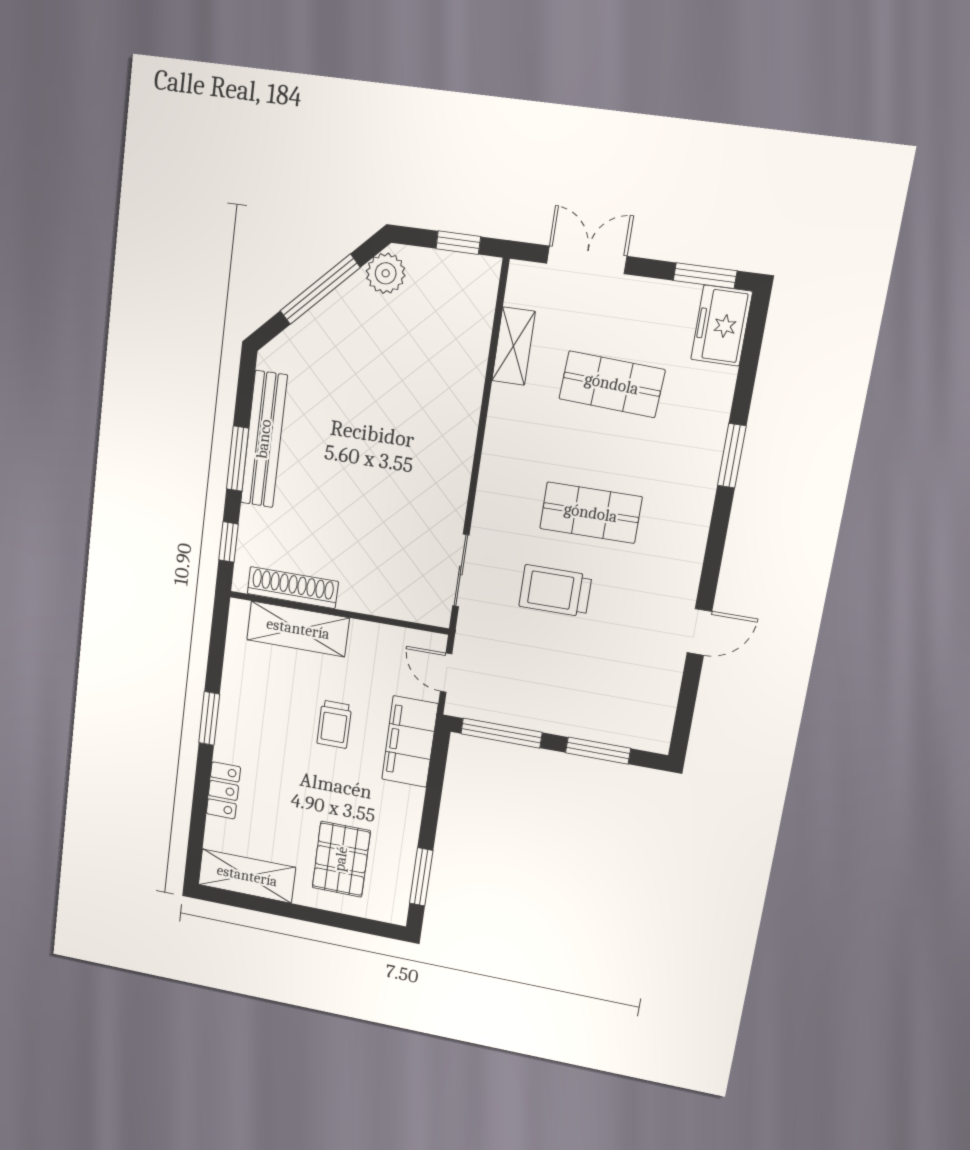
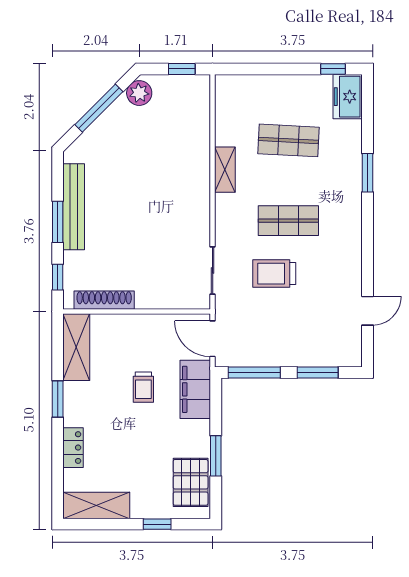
double door: (587, 260) -> (261, 69), removed
window: (705, 276) -> (333, 69), width x0.67
shelving: (513, 346) -> (225, 170), moved
shelving: (298, 629) -> (76, 347), moved, turned 90
door: (699, 632) -> (367, 311), moved
door: (446, 673) -> (213, 339), width x1.38
pallet: (341, 859) -> (191, 482), moved
window: (421, 877) -> (216, 456), moved
window: (329, 918) -> (157, 524), added

